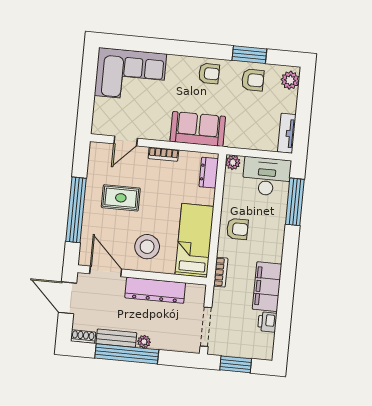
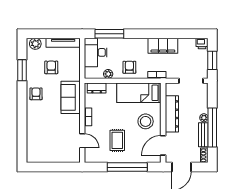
corner sofa: (130, 75) -> (41, 142), removed
armchair: (253, 80) -> (51, 67), moved
tv unit: (287, 133) -> (63, 43), width x1.41
plant: (233, 162) -> (108, 74), moved
printer: (267, 322) -> (202, 43), moved

